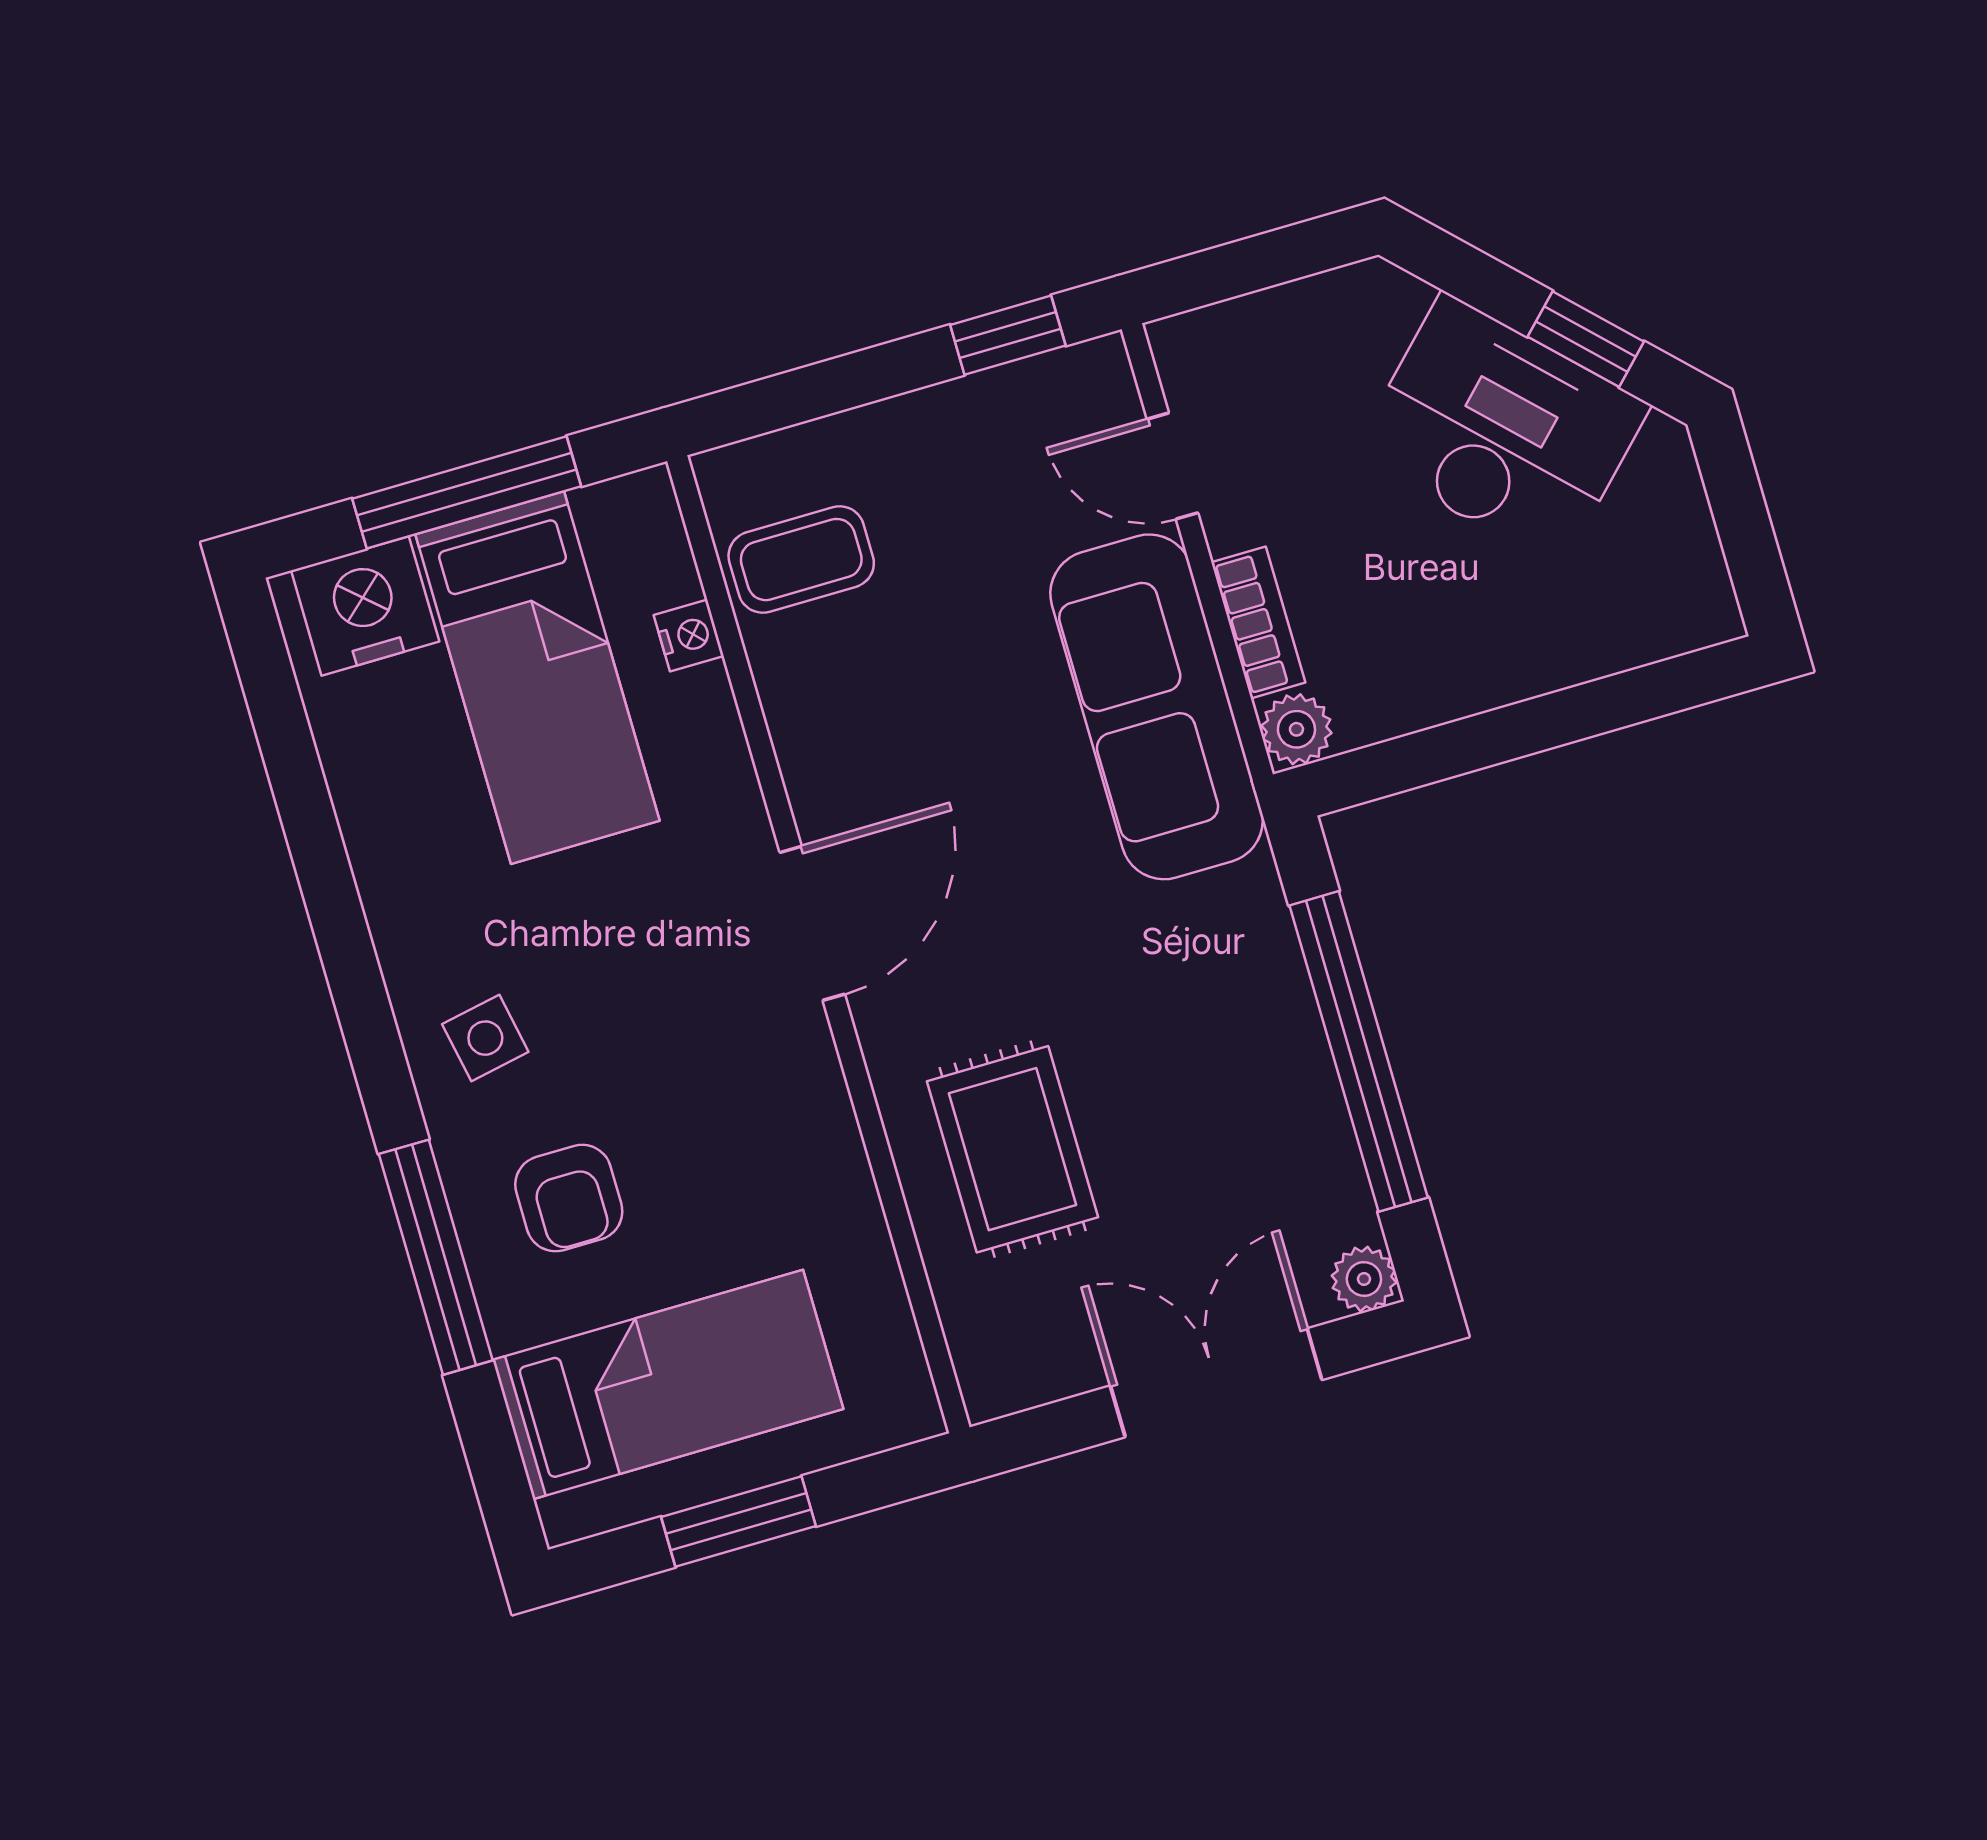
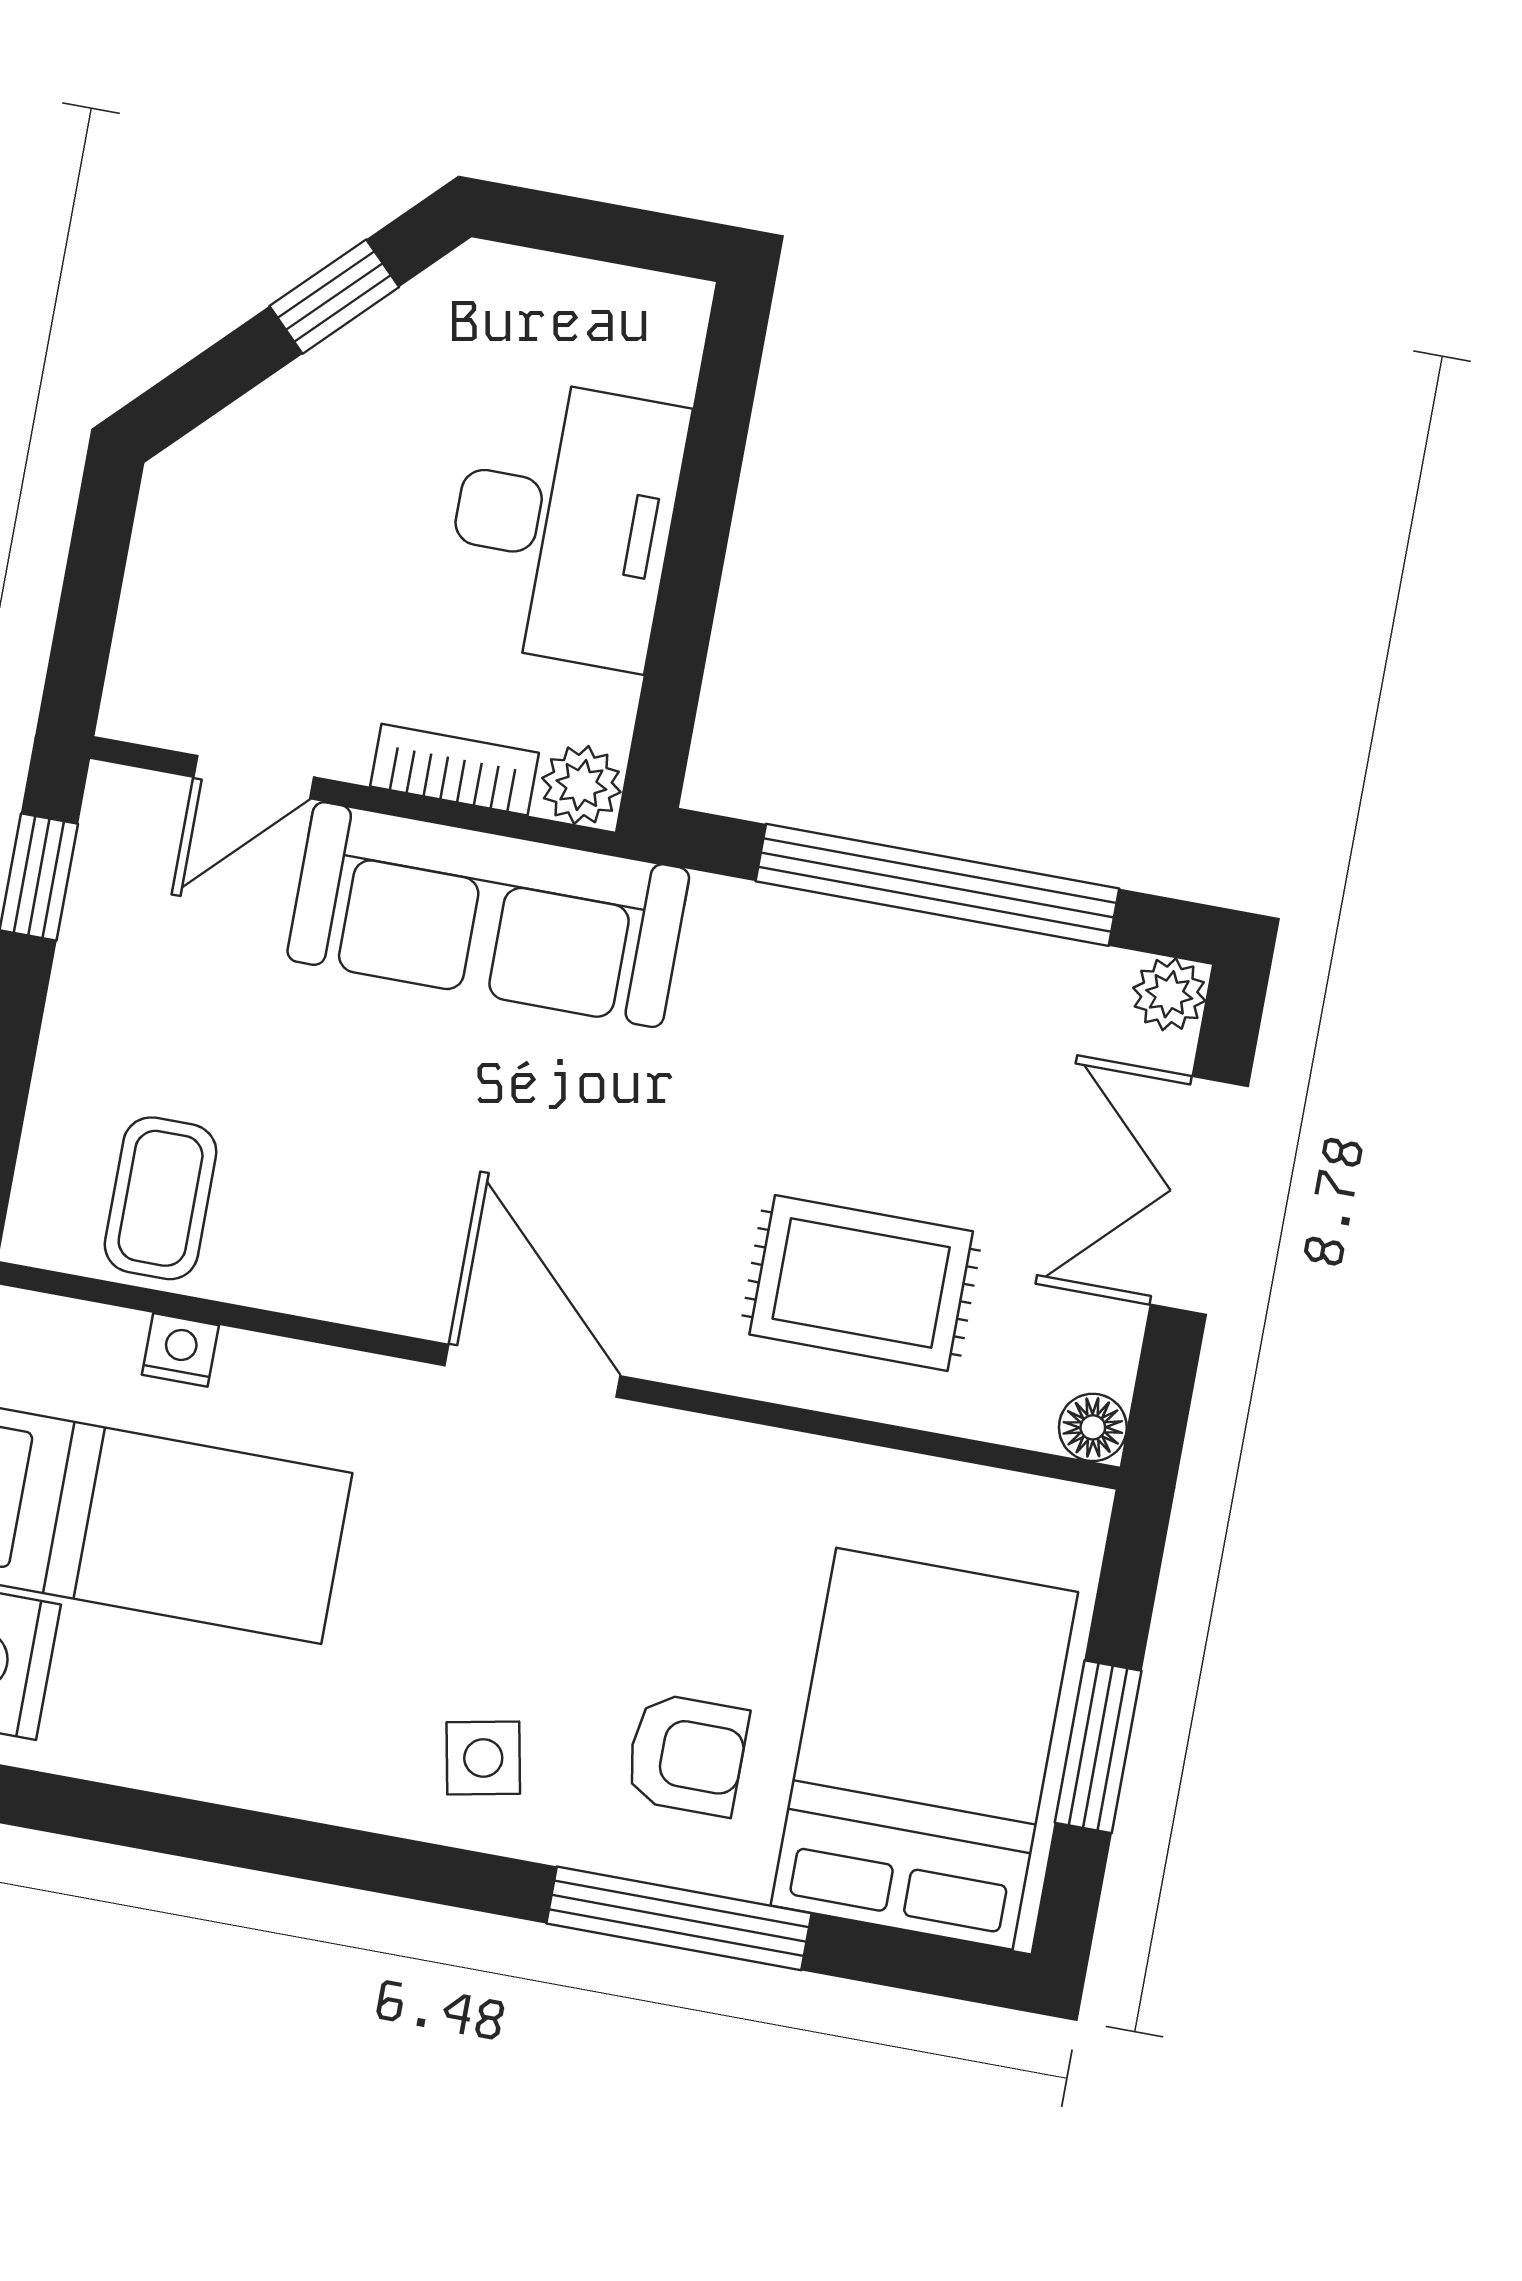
desk: (1501, 430) -> (564, 523), moved, turned 135
bed: (668, 1384) -> (924, 1749), width x1.50
floor lamp: (990, 1390) -> (1093, 1427), added

